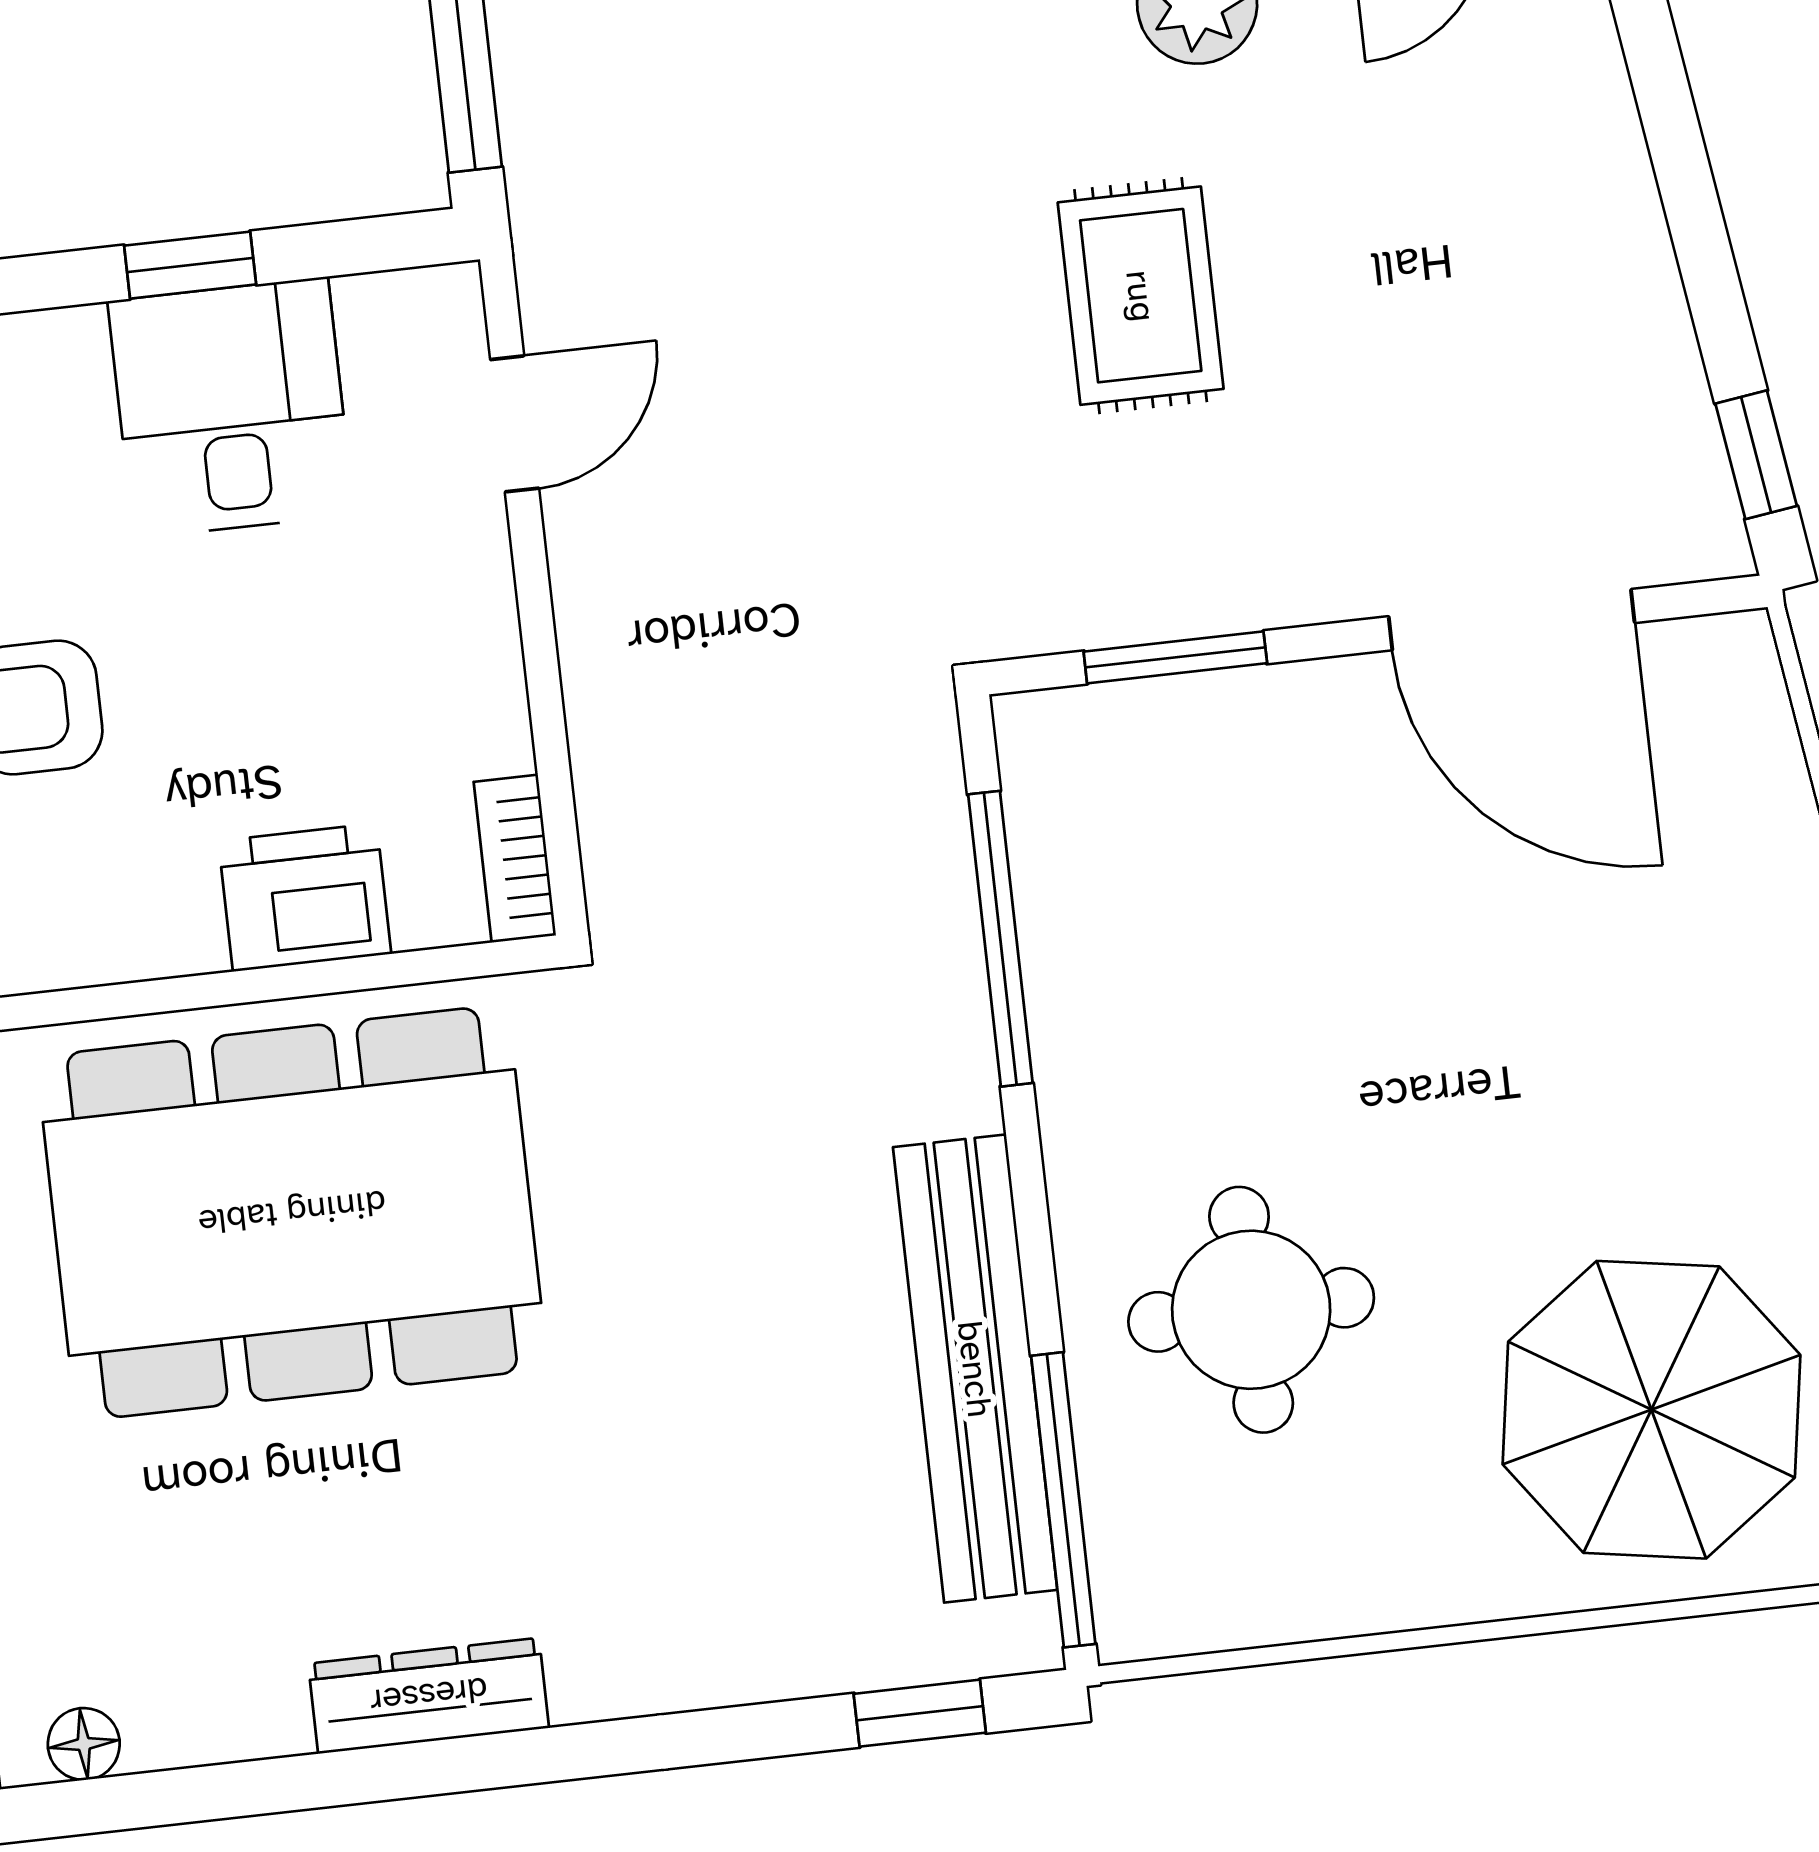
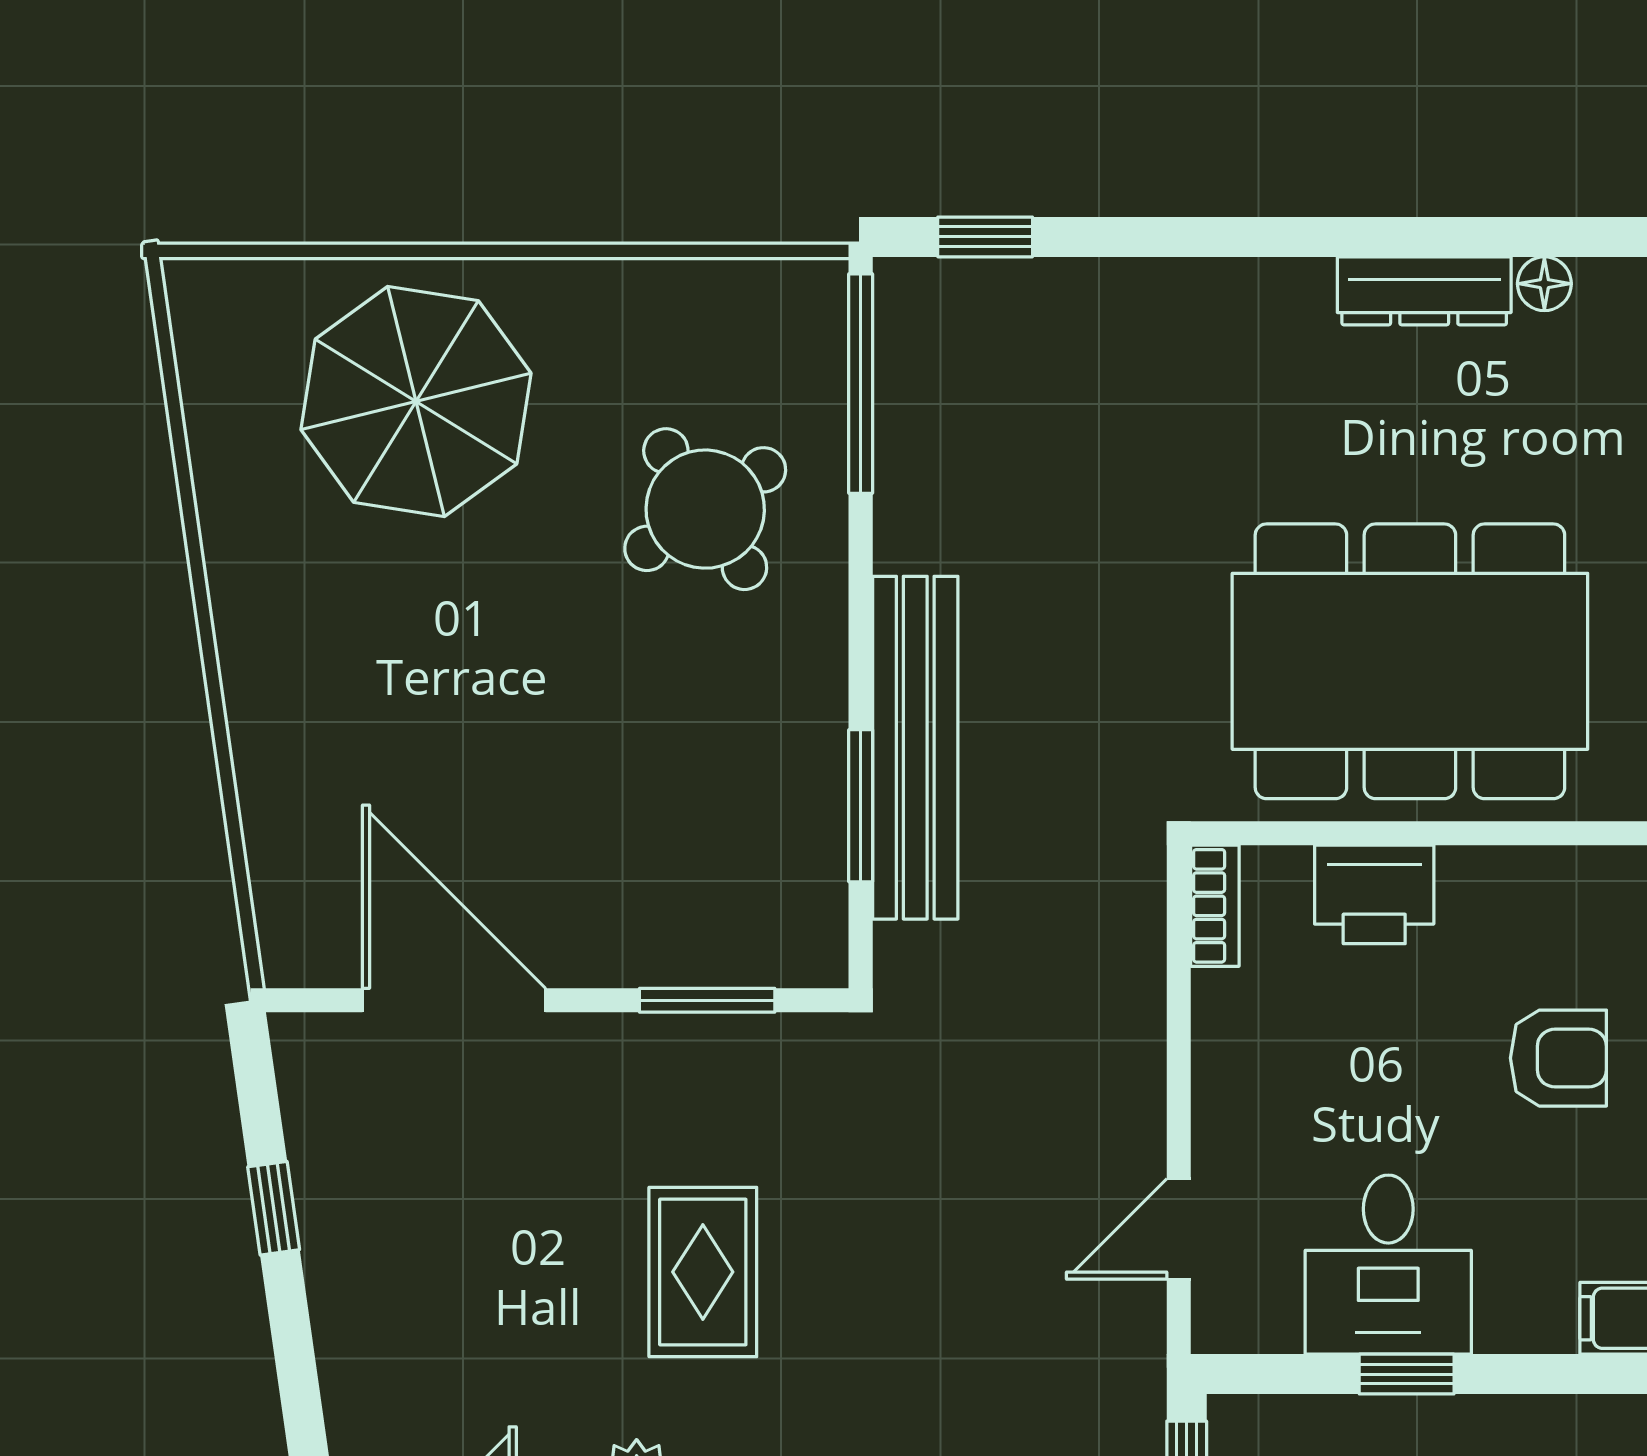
window: (1756, 455) -> (274, 1208), moved
window: (1000, 939) -> (861, 806), width x0.69
round table: (1251, 1310) -> (705, 509), turned -33
bench: (975, 1369) -> (915, 748), moved
dresser: (429, 1696) -> (1424, 291), moved
floor lamp: (84, 1744) -> (1544, 284), moved

